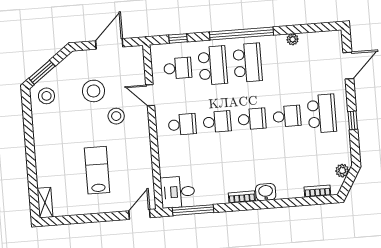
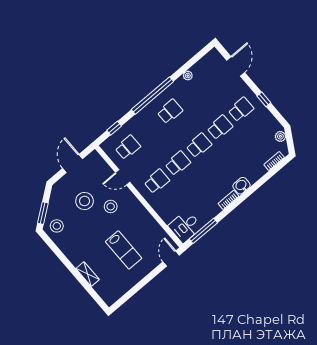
school desk: (248, 63) -> (170, 111), width x0.54
school desk: (213, 65) -> (149, 129), removed
school desk: (322, 114) -> (241, 109), width x0.54
lab bench: (97, 170) -> (124, 250), turned 180
shelving: (45, 203) -> (88, 274), moved

